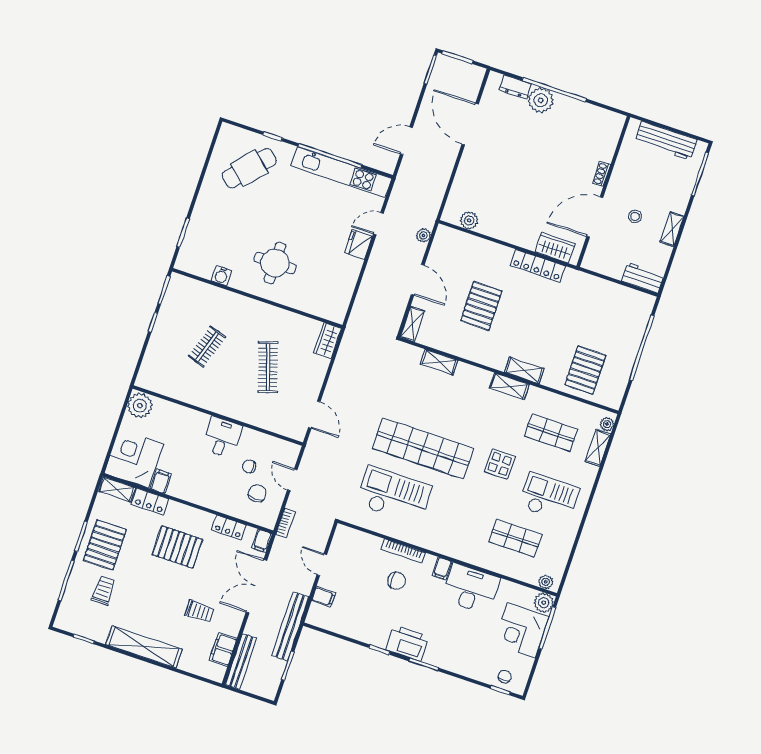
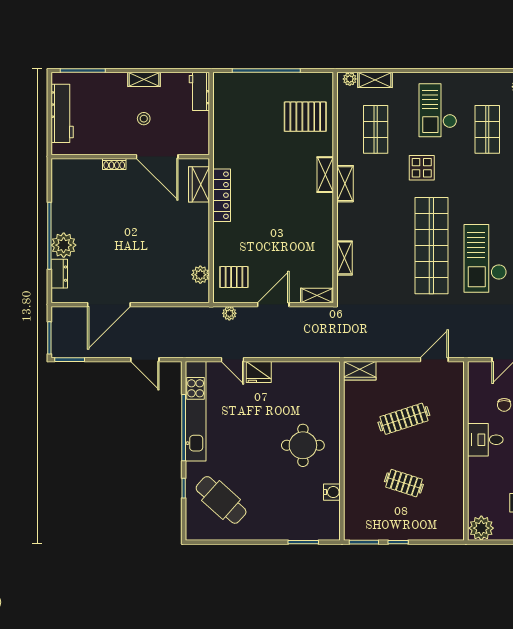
pallet: (481, 306) -> (234, 277), moved, width x0.67, depth x0.71

